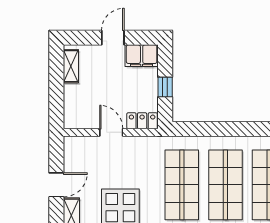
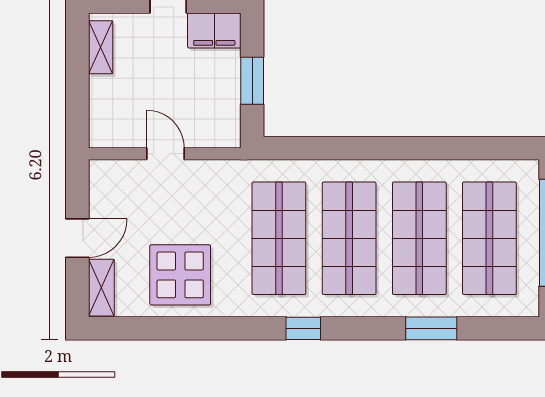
window: (165, 87) -> (252, 81), width x1.50
locker: (142, 121) -> (215, 135), removed

